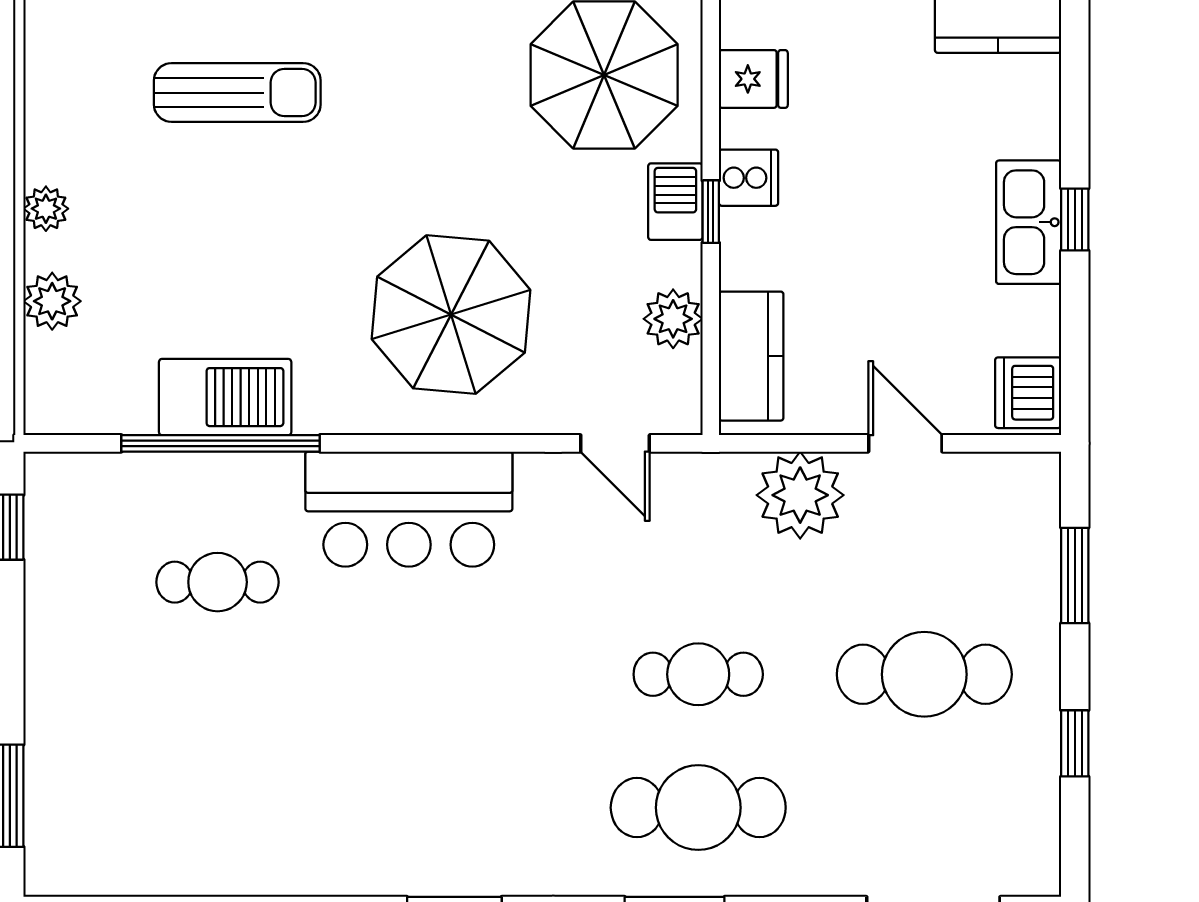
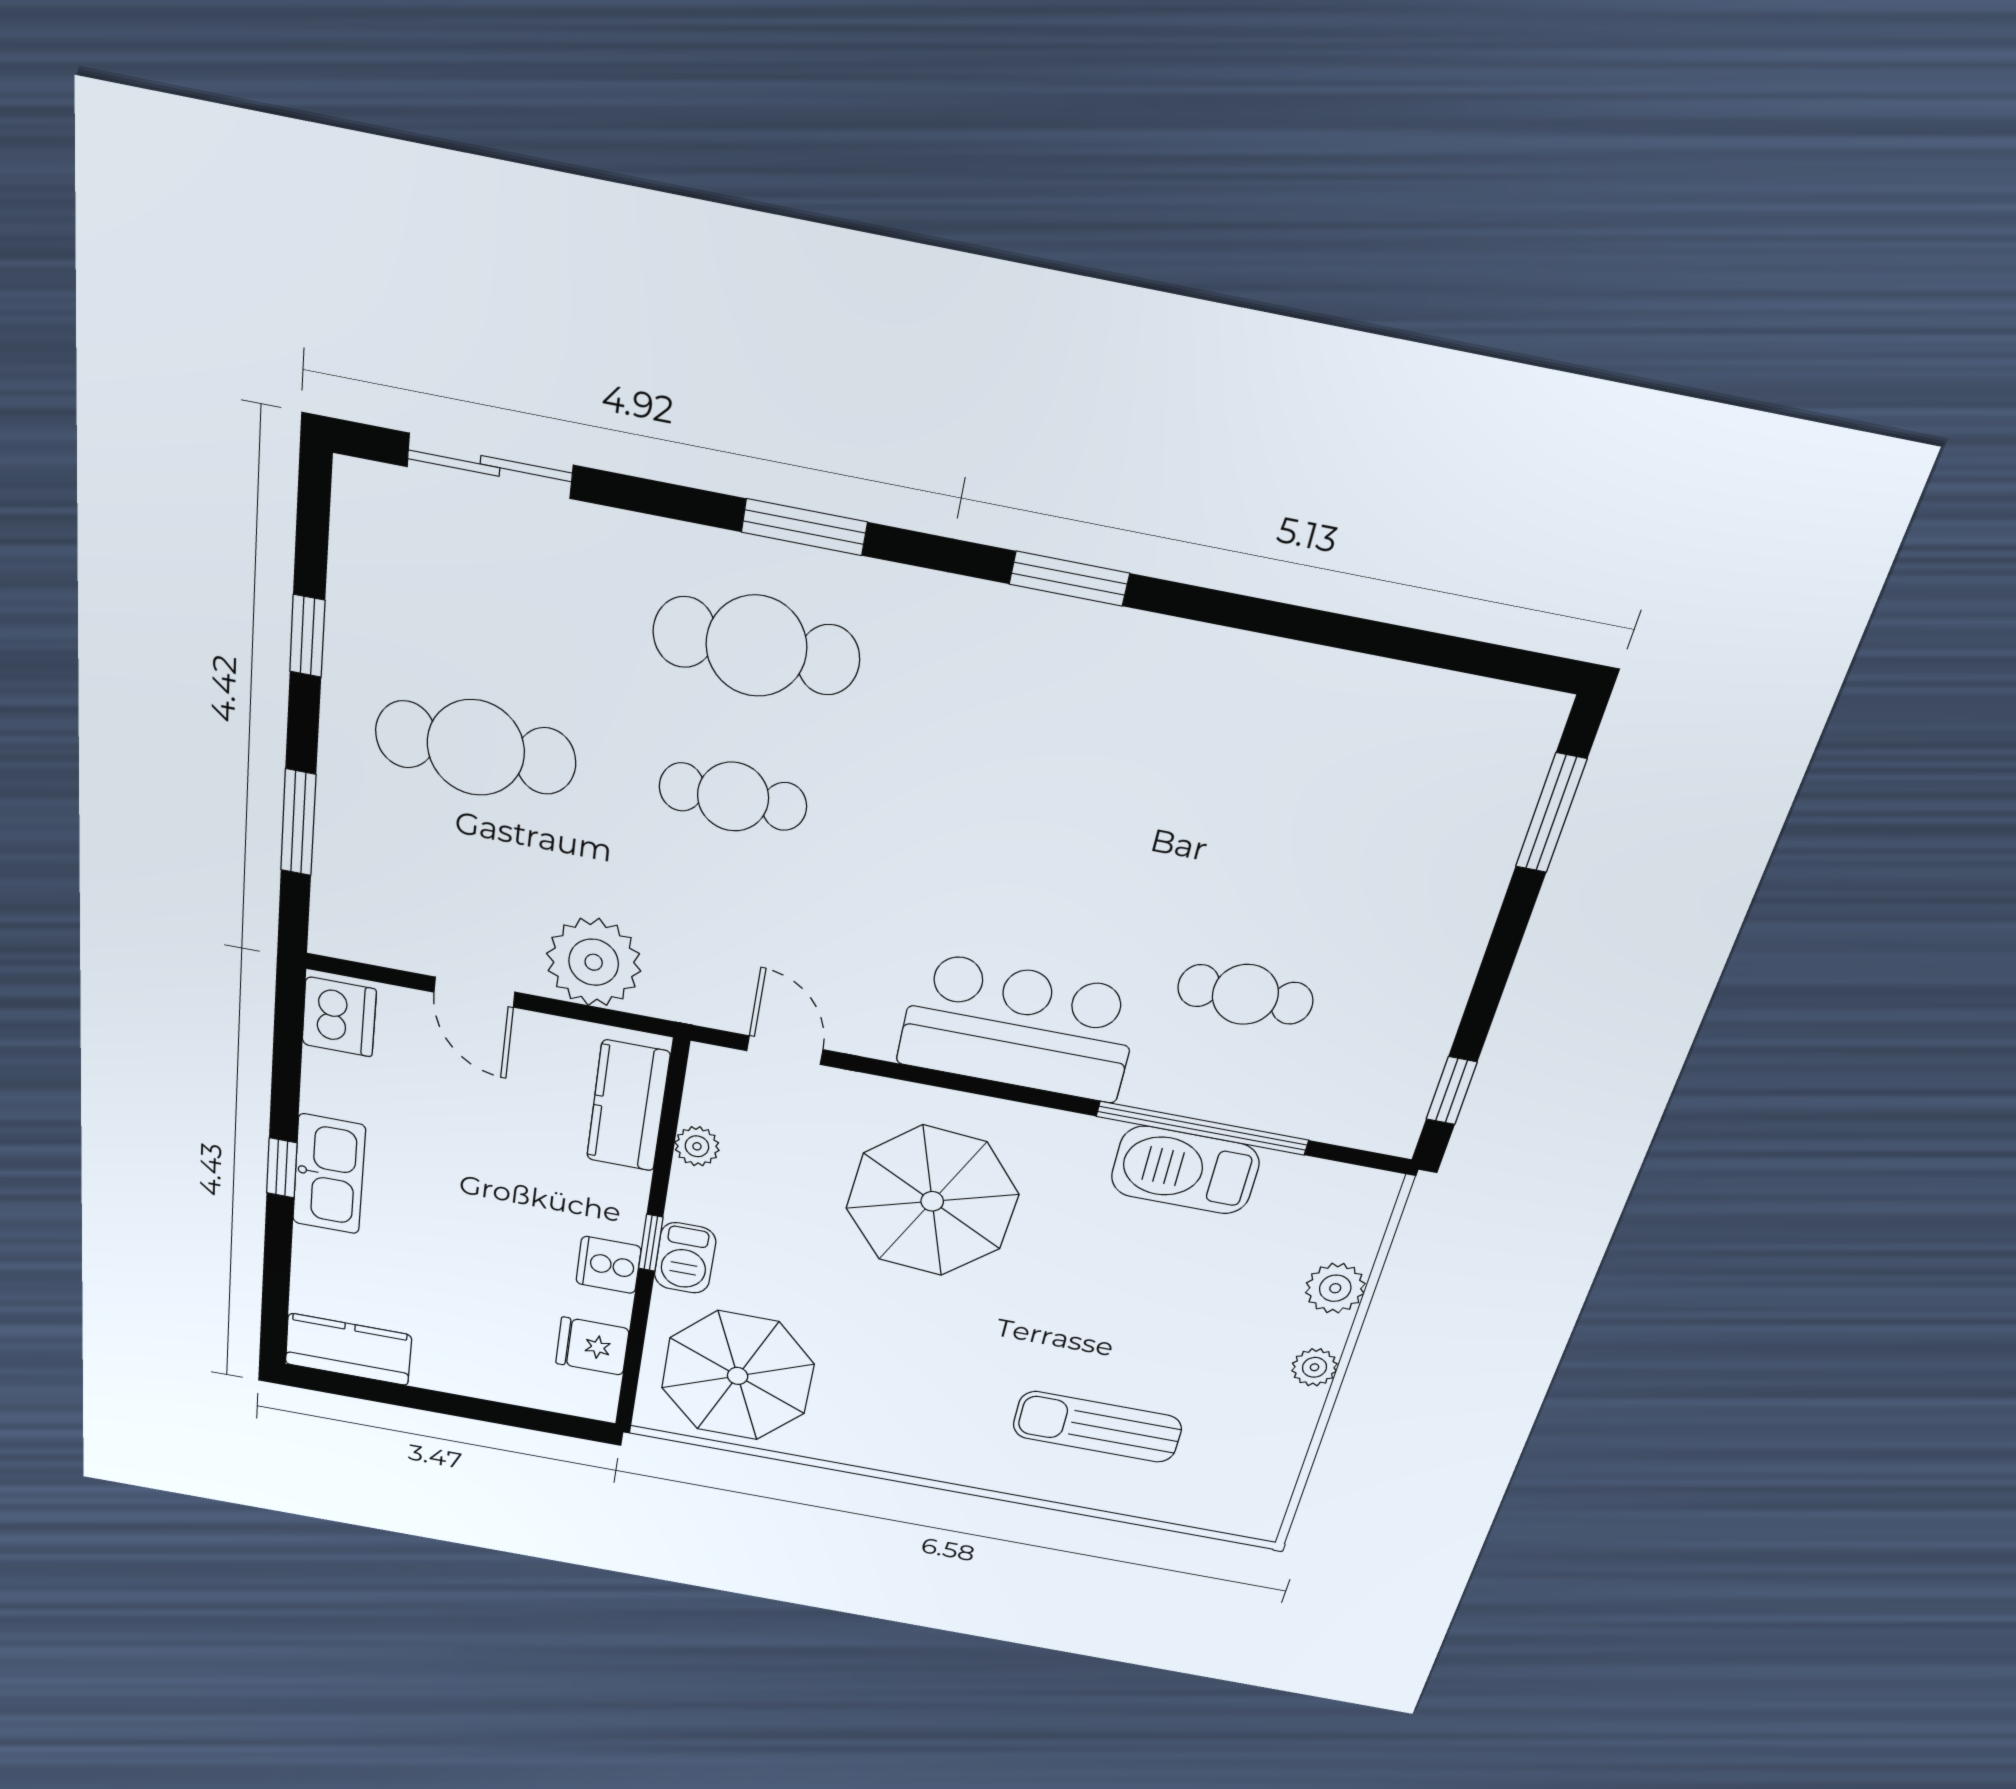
plant: (673, 319) -> (697, 1146), width x0.73, depth x0.73

